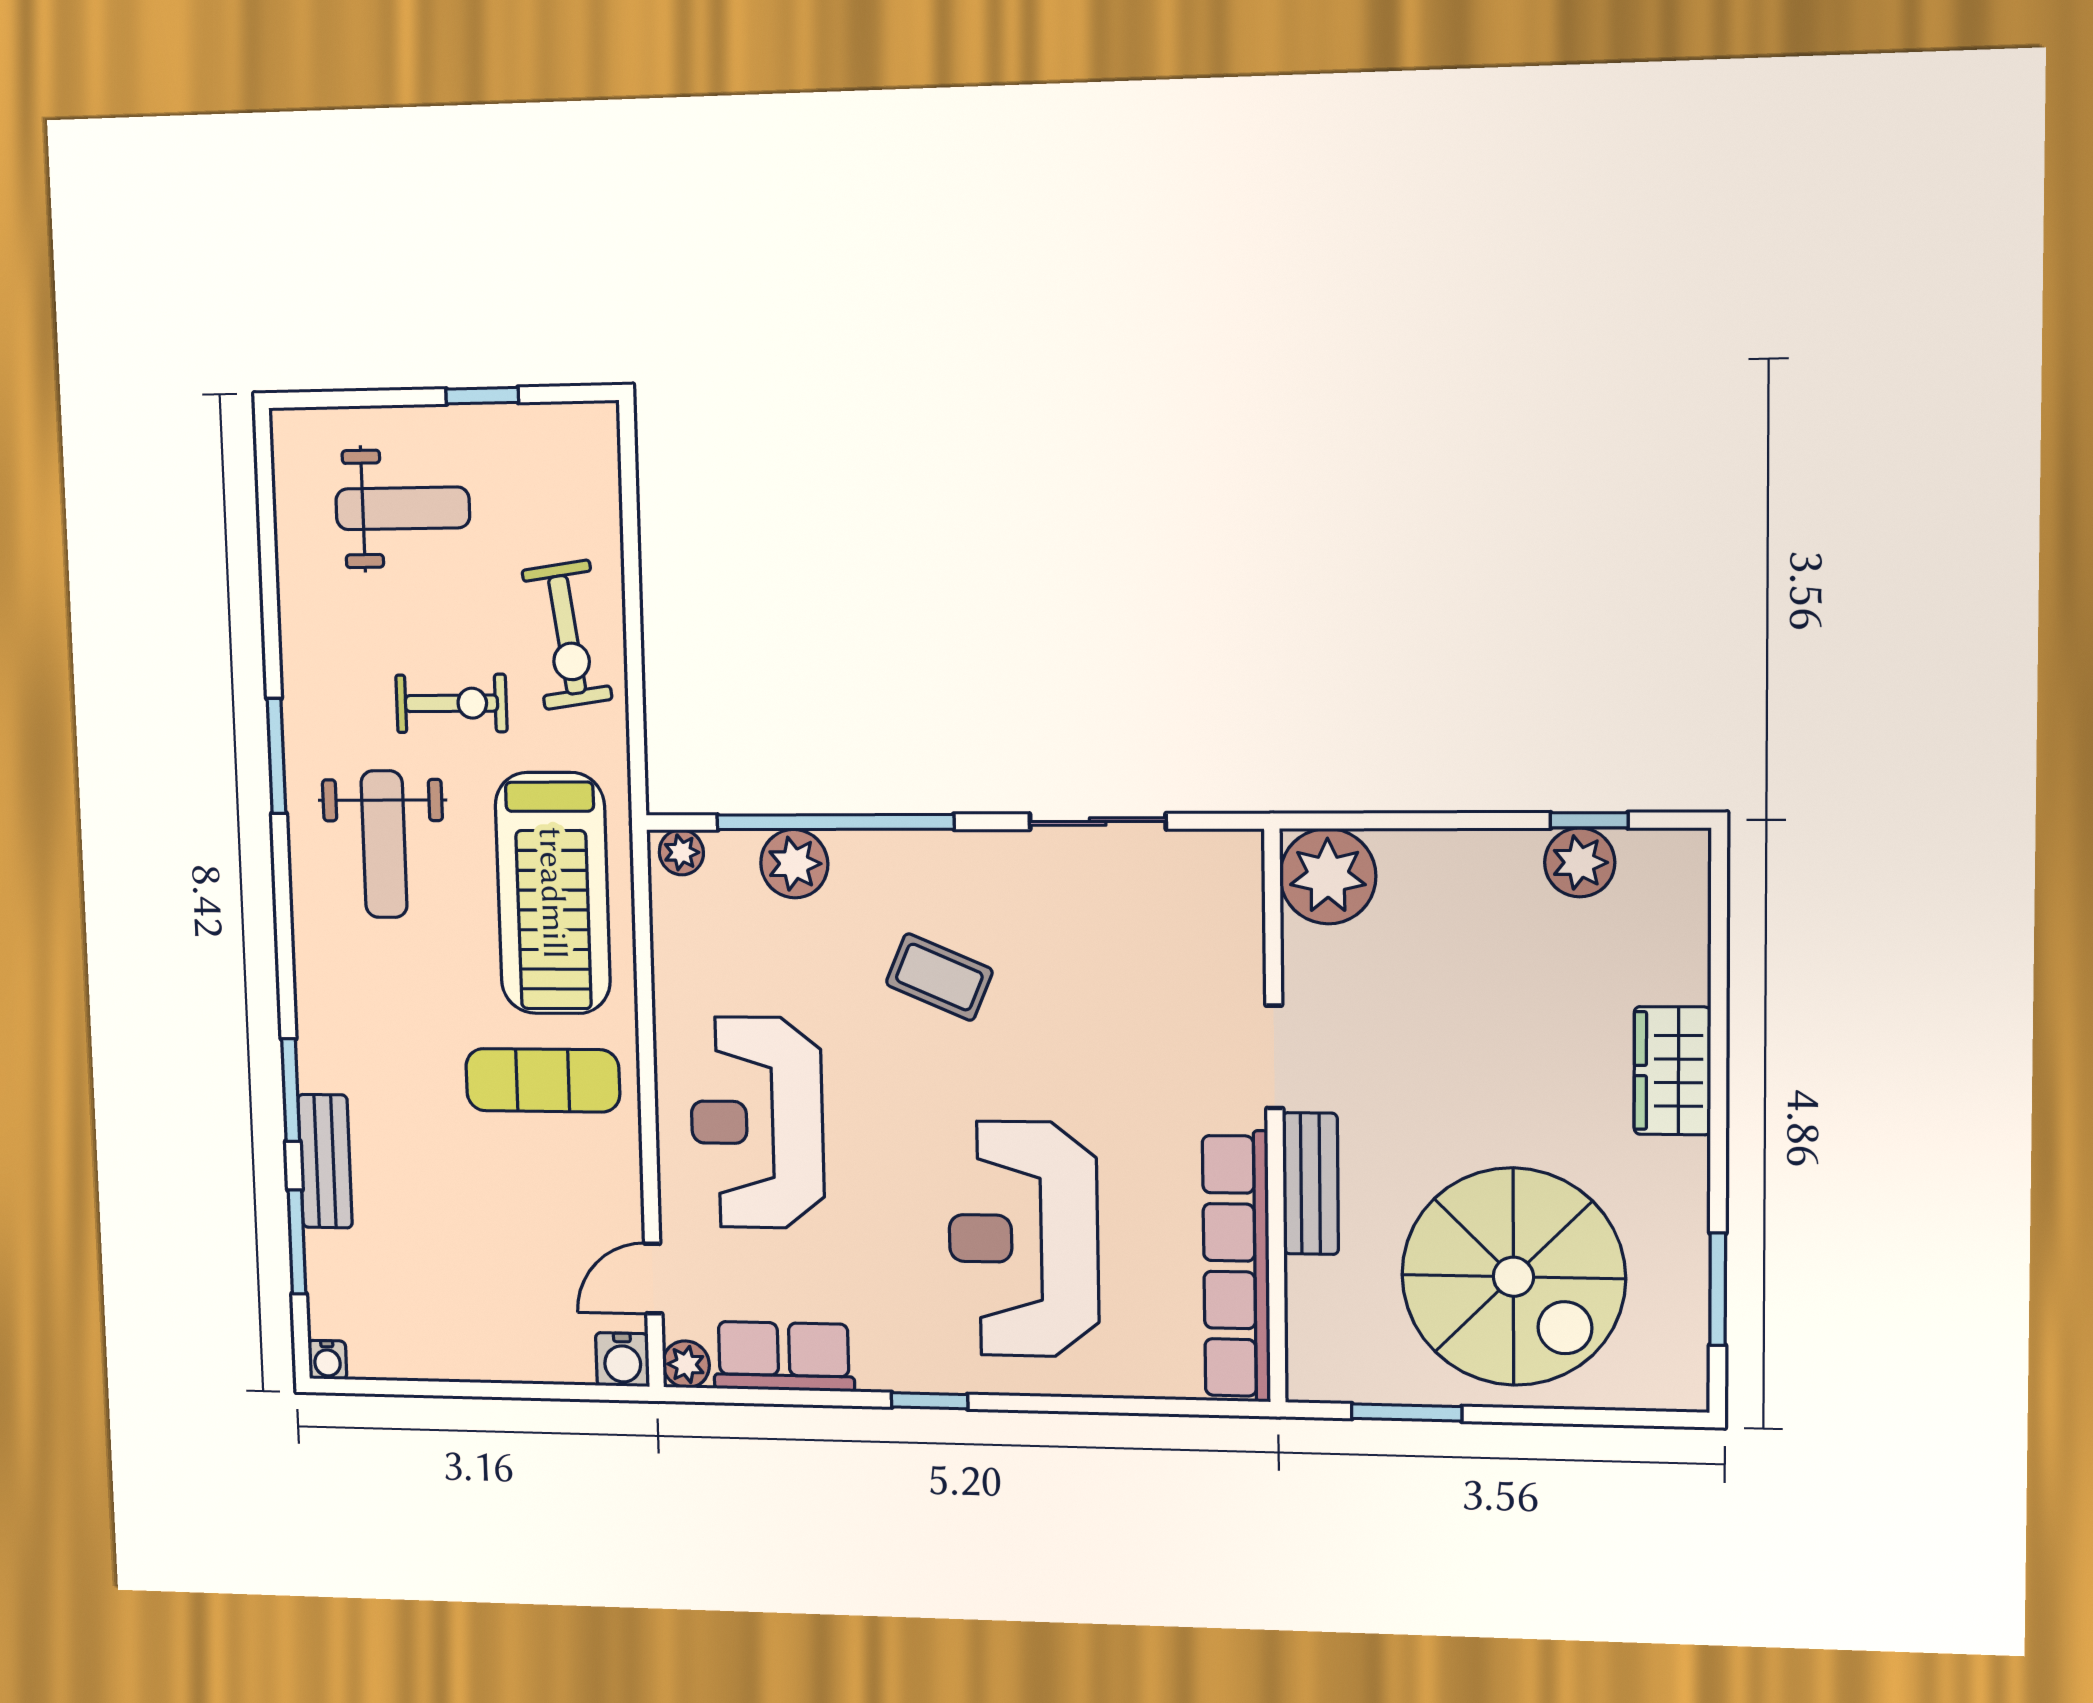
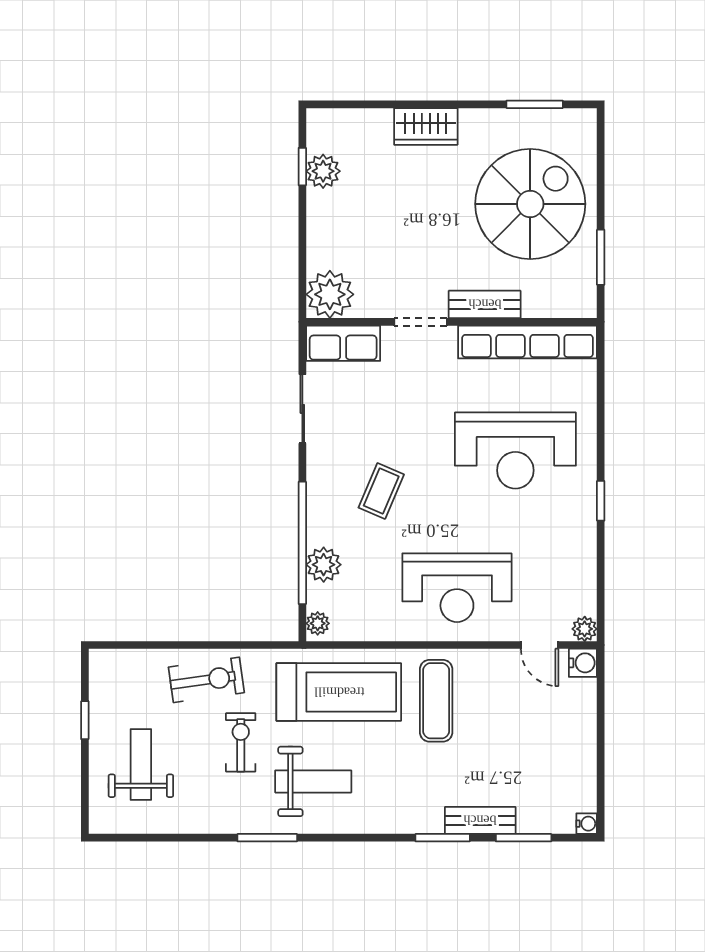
row of seats: (784, 1357) -> (343, 343), moved, turned -90

